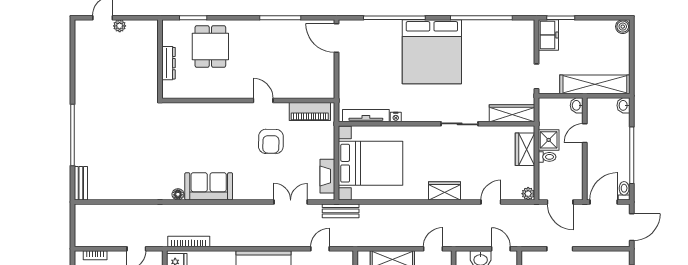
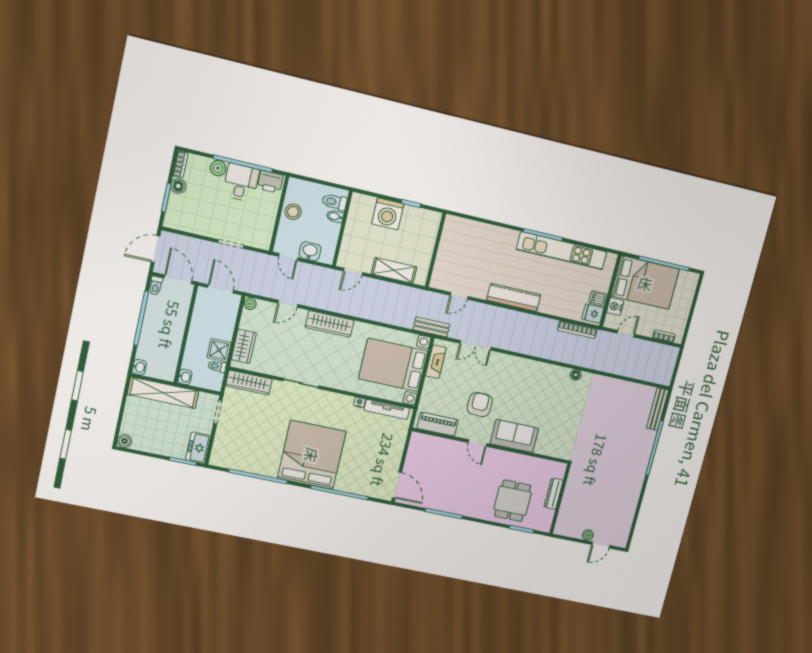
door: (585, 133) -> (183, 349), removed
toilet: (547, 157) -> (217, 366), moved
bench: (81, 183) -> (657, 409), width x1.36
sofa: (209, 186) -> (514, 436), moved, turned 180
wardrobe: (445, 191) -> (329, 324), width x1.50
door: (604, 202) -> (178, 279), swing flipped

